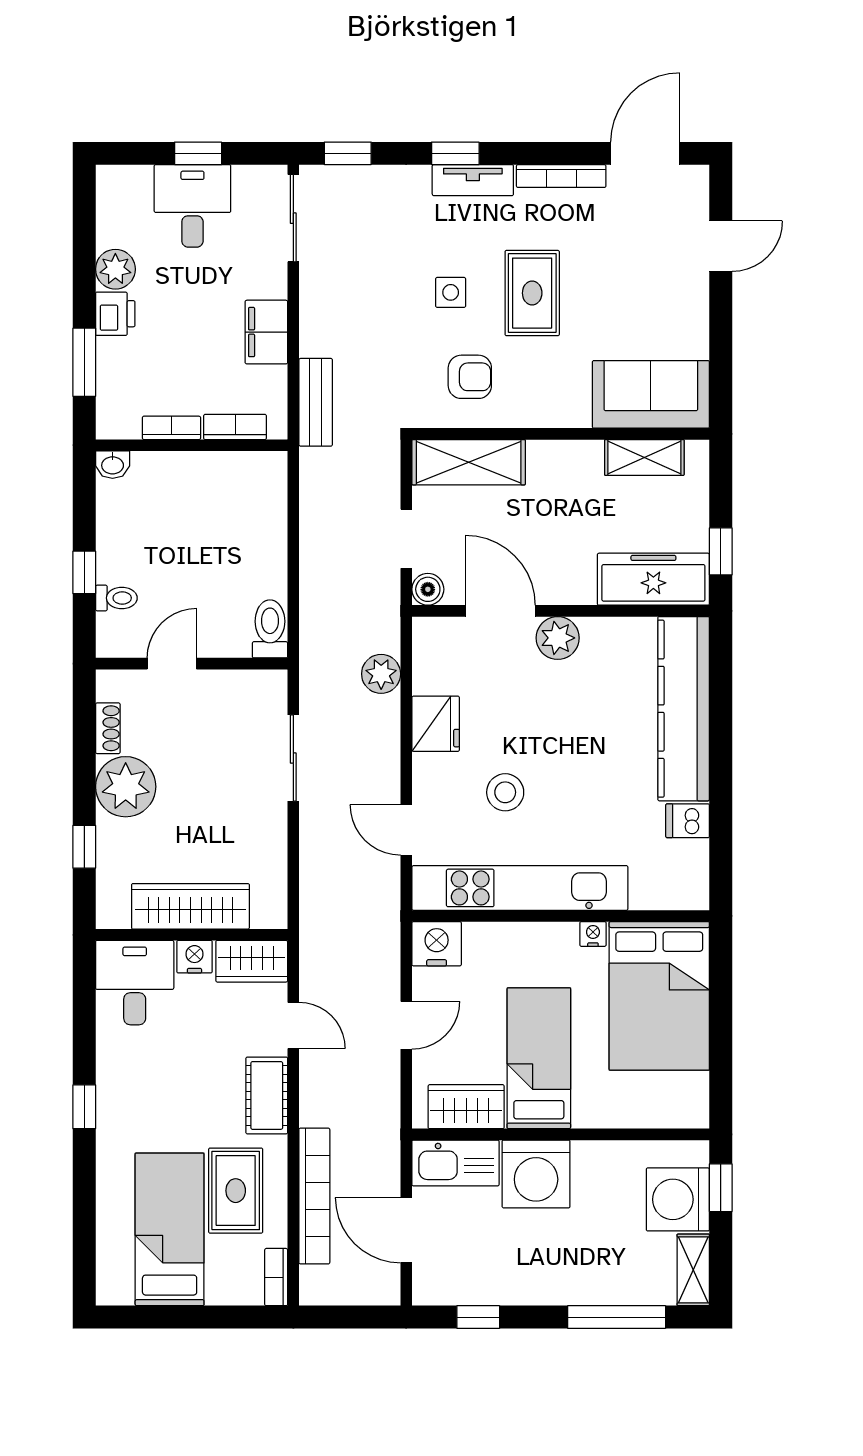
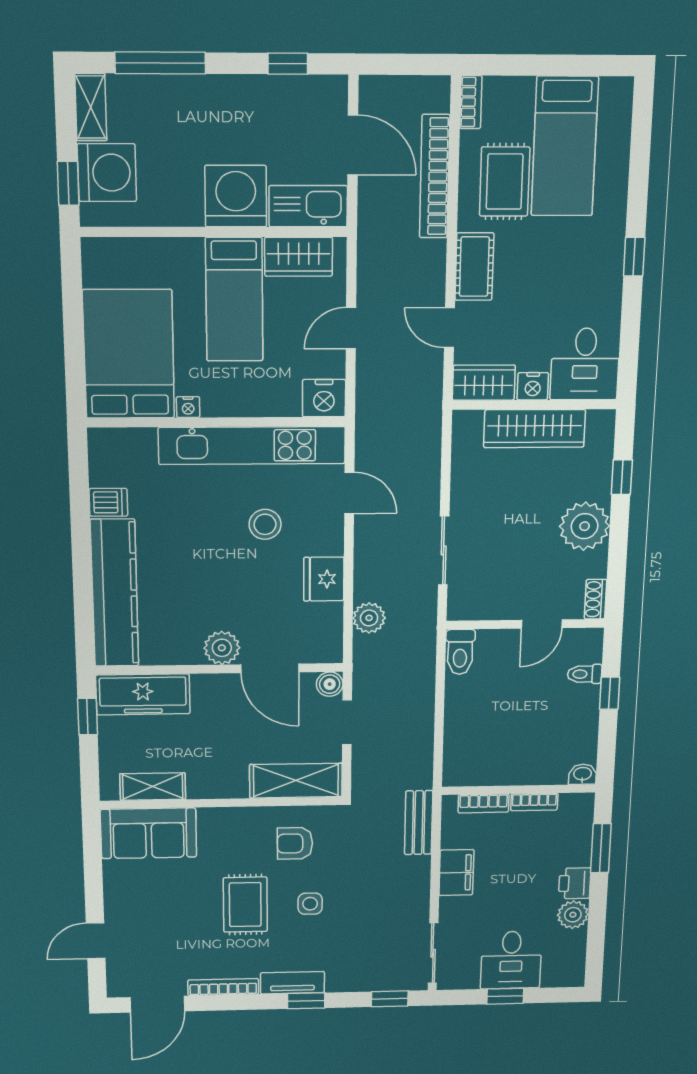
shoe rack: (108, 728) -> (596, 599), moved

